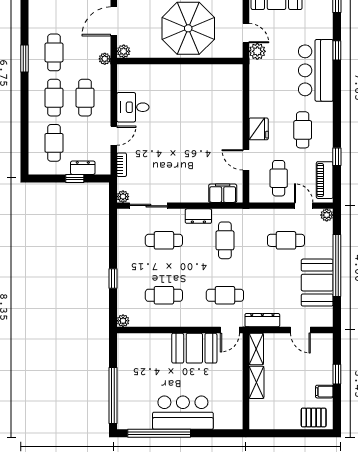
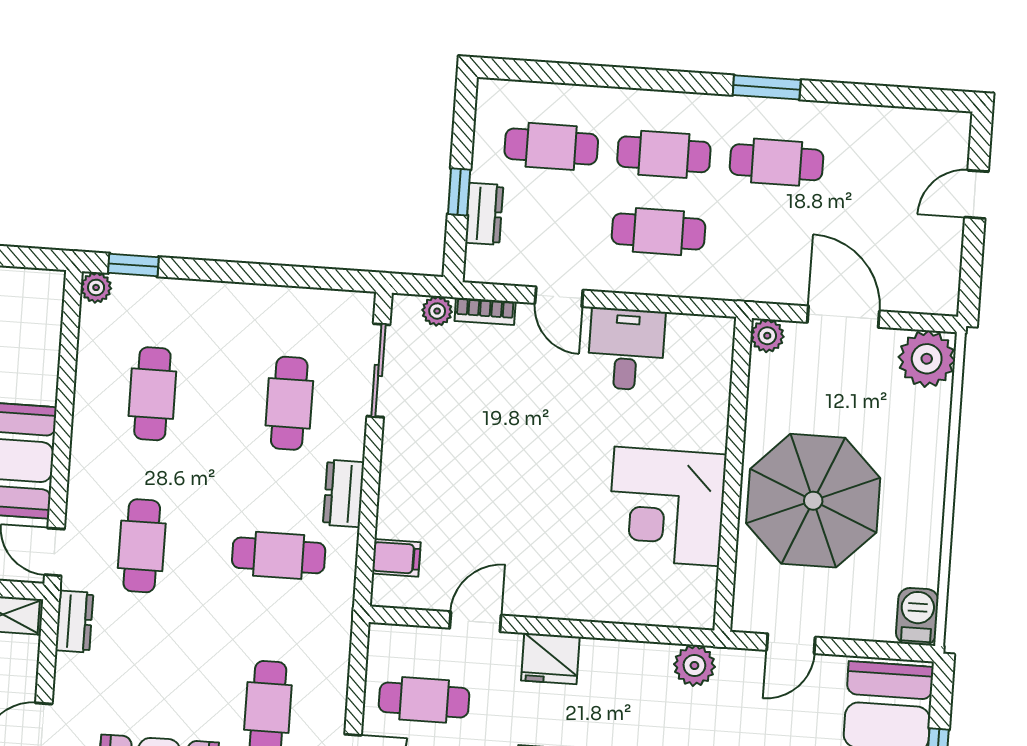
plant: (257, 51) -> (694, 665), moved
plant: (105, 59) -> (752, 288), removed
corner desk: (195, 87) -> (667, 506), added
filing cabinet: (223, 193) -> (396, 558), width x0.50
plant: (123, 197) -> (437, 311), moved
window: (113, 279) -> (133, 265), moved
dresser: (262, 320) -> (74, 621), width x0.70

